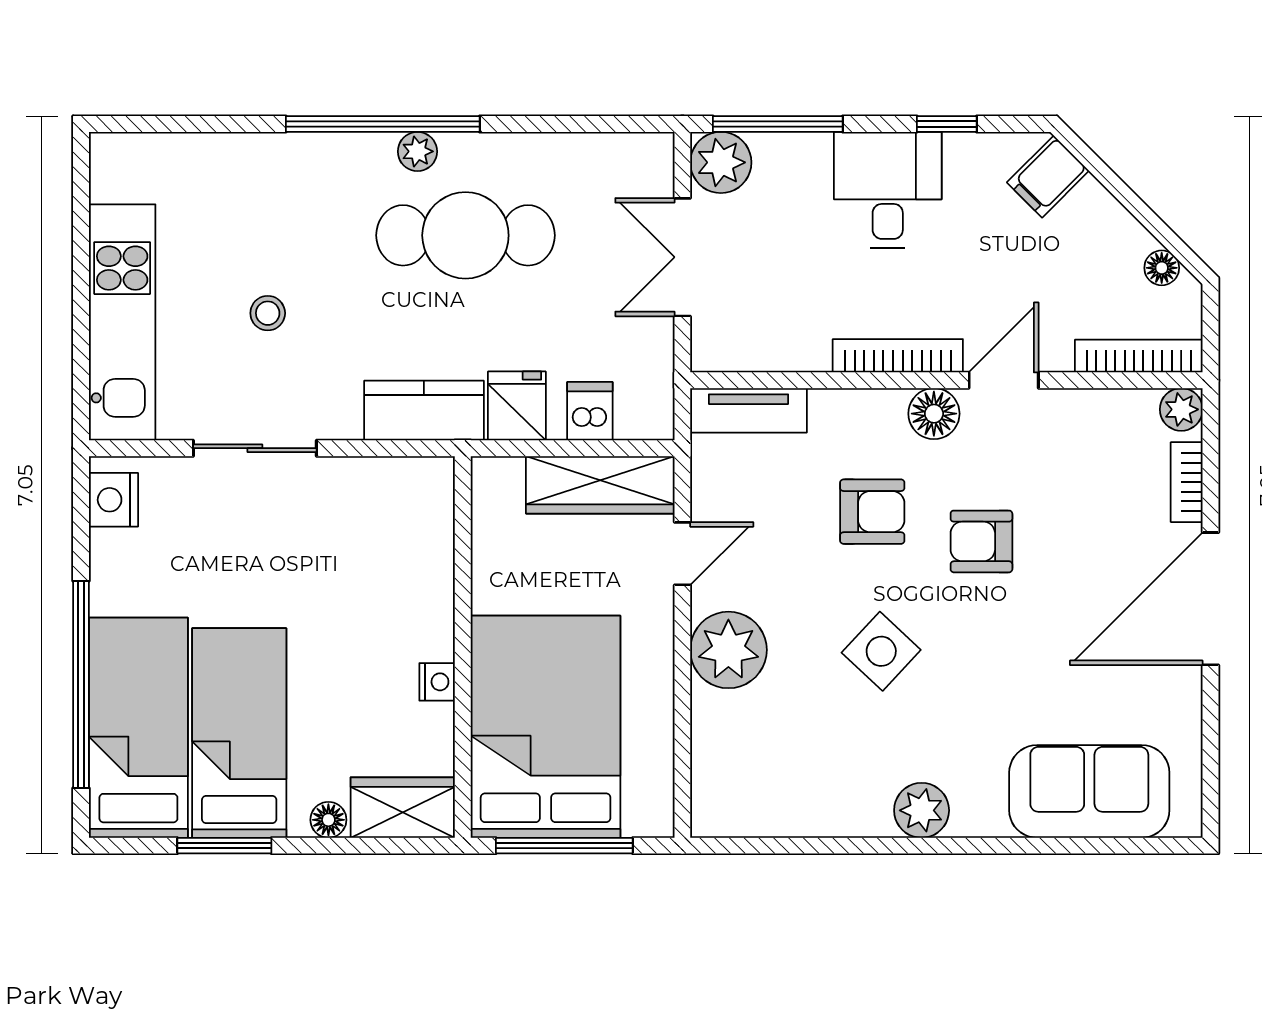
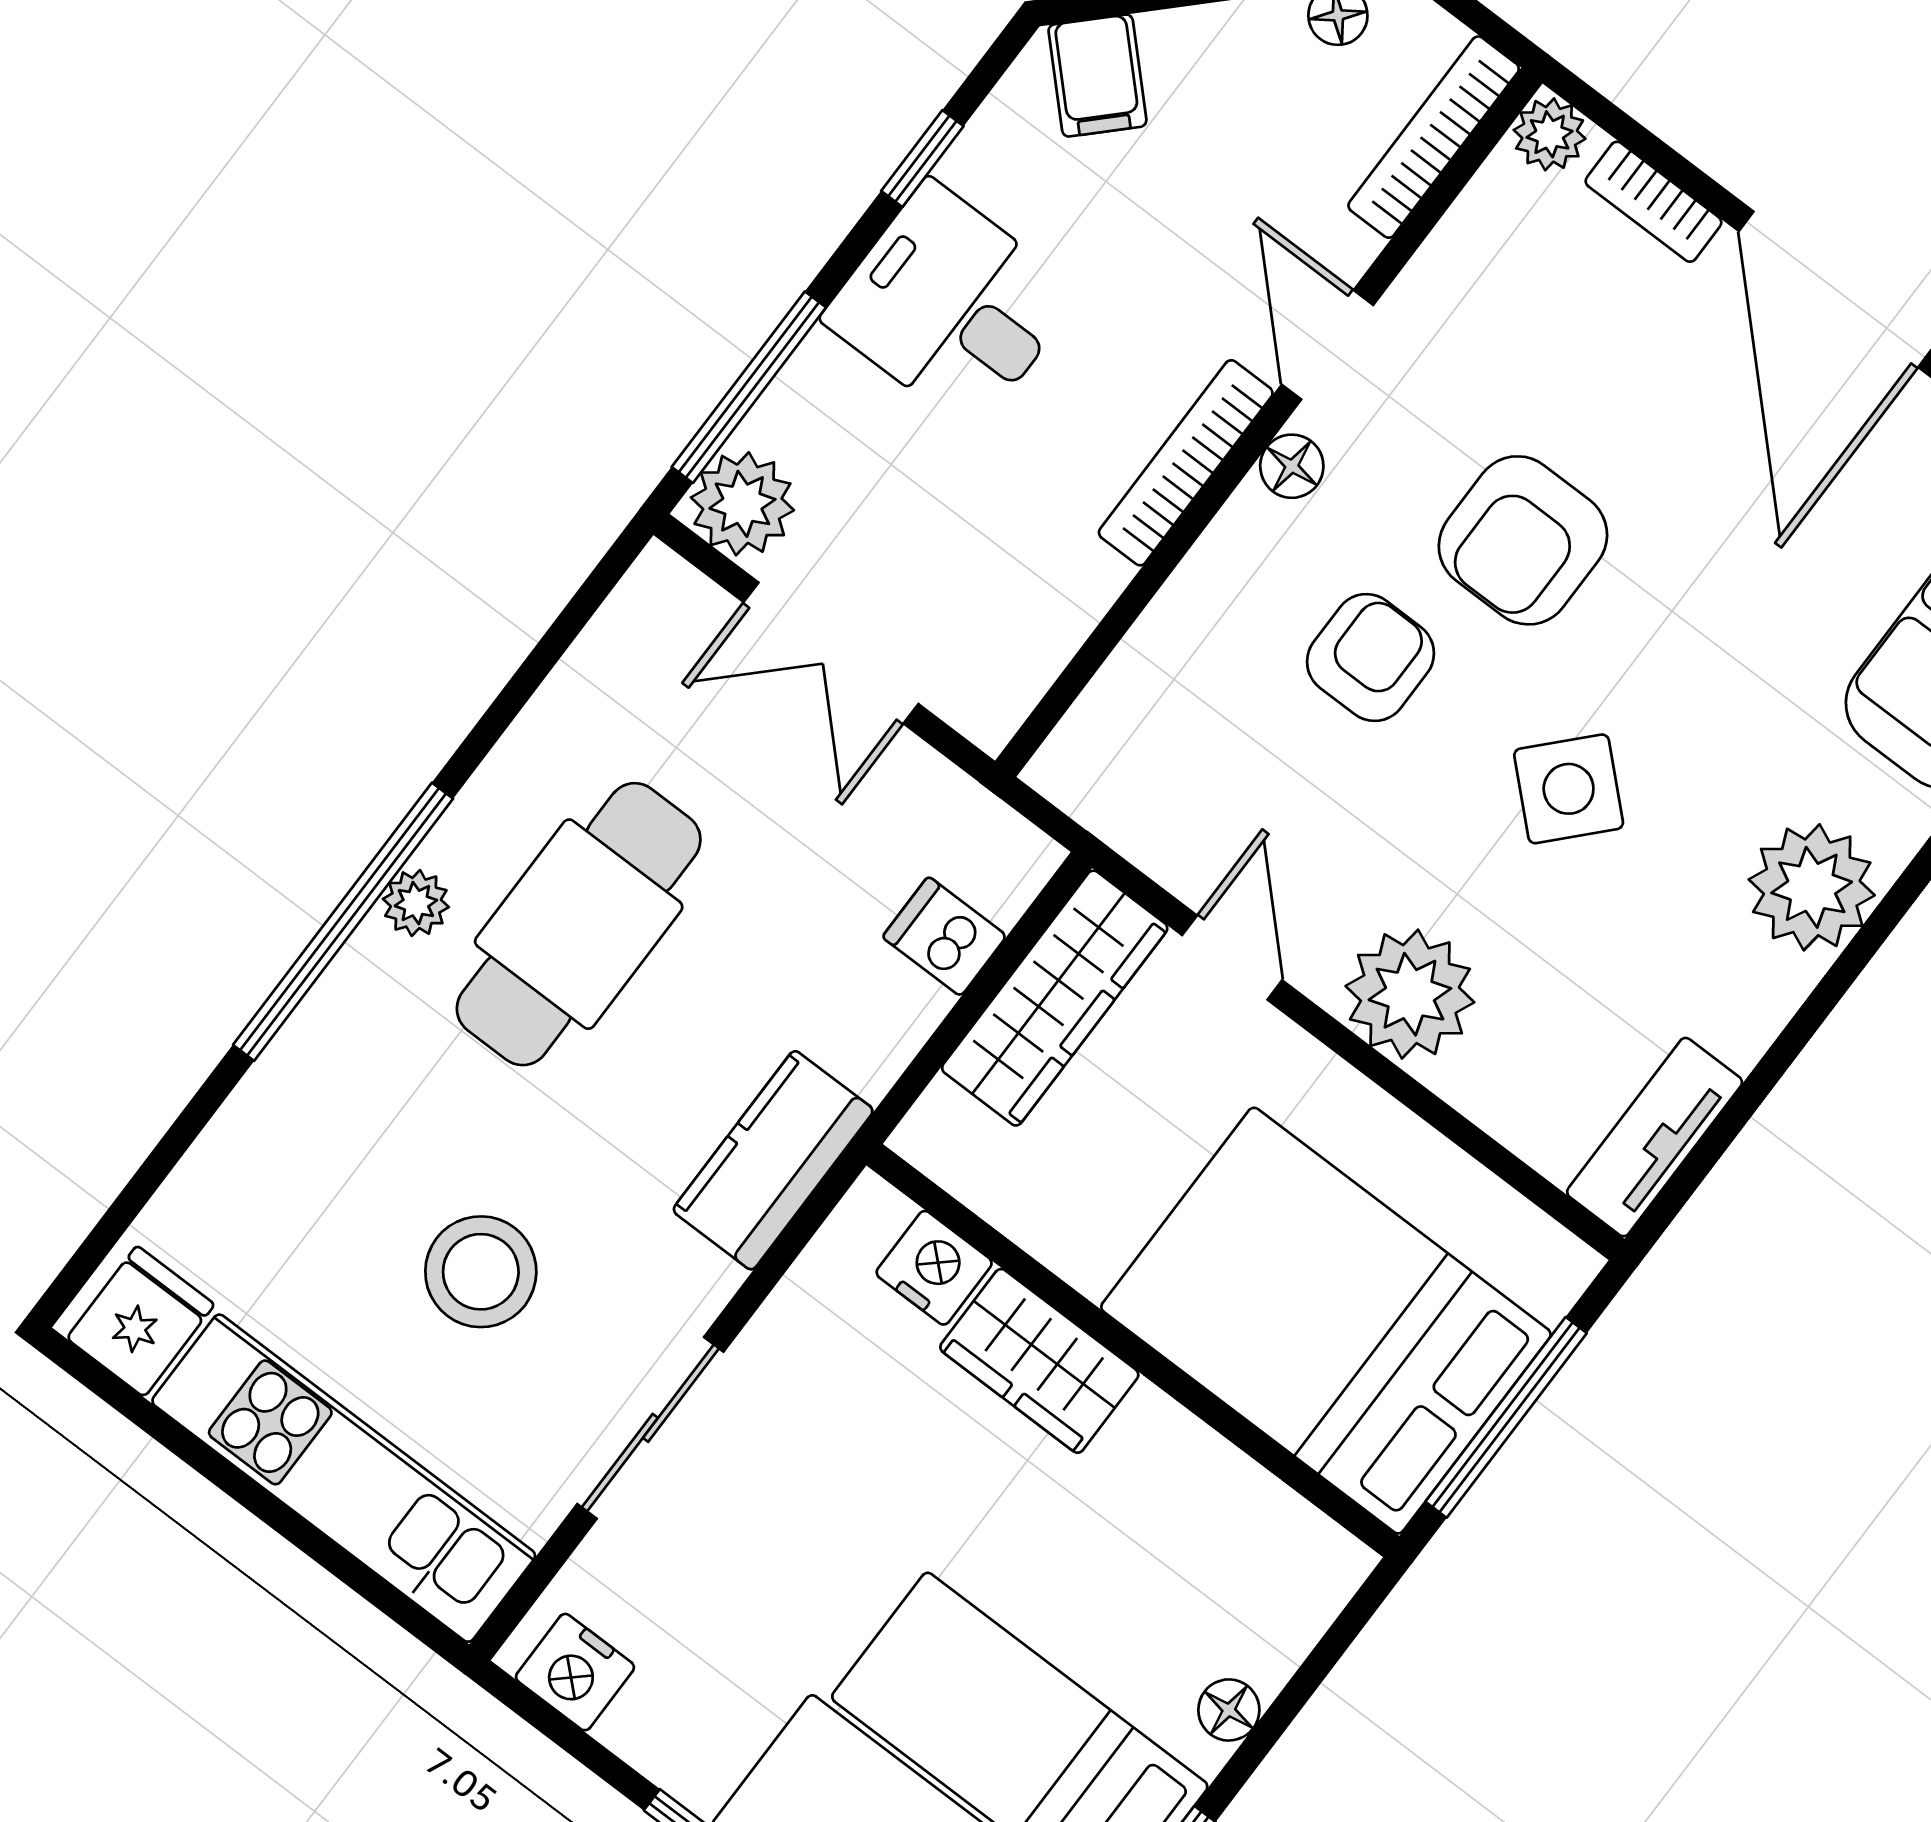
stool: (268, 313) -> (481, 1272), width x1.89, depth x1.89
fridge: (517, 406) -> (140, 1321), moved, turned 90
tv unit: (749, 410) -> (1655, 1137), moved, turned 180
floor lamp: (934, 414) -> (1292, 466), width x0.73, depth x0.73
armchair: (981, 541) -> (1523, 540), width x1.38, depth x1.38
nightstand: (437, 682) -> (934, 1268), moved, width x1.39, depth x1.35
wardrobe: (403, 808) -> (1039, 1361), moved, turned -90
plant: (922, 810) -> (1812, 887), width x1.36, depth x1.36

